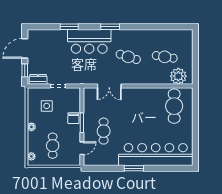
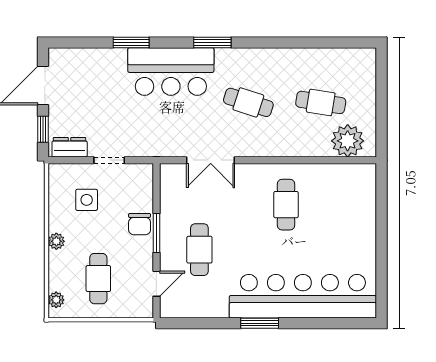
cafe table: (174, 106) -> (286, 205), moved, width x0.73, depth x0.74

